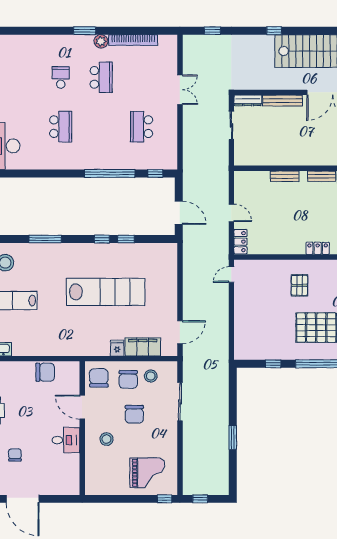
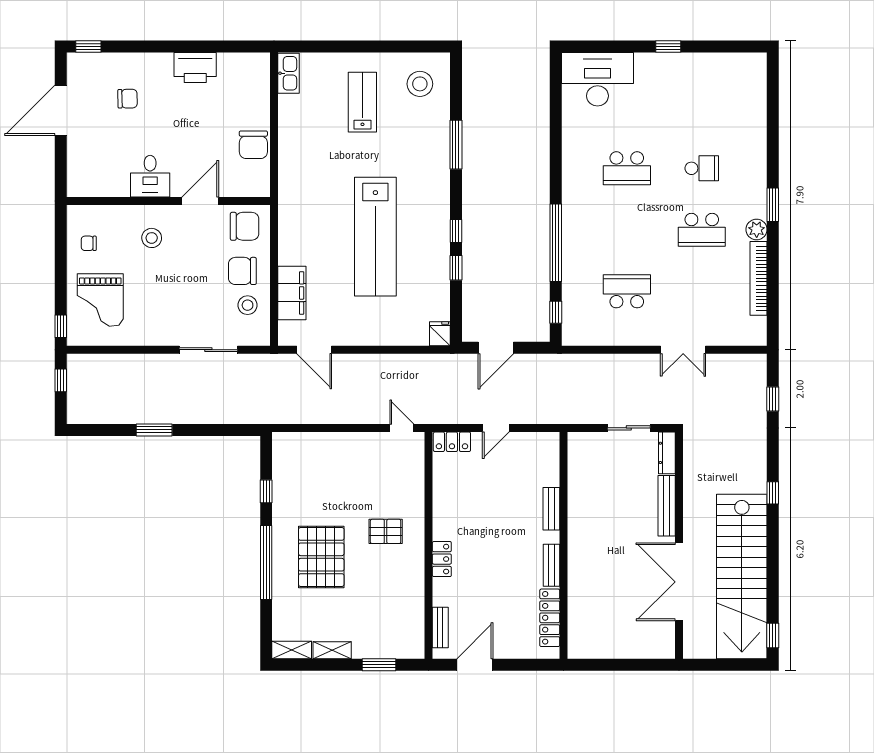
fridge: (117, 348) -> (440, 334), moved, turned -90
chair: (134, 414) -> (89, 243), moved, width x0.54, depth x0.54

